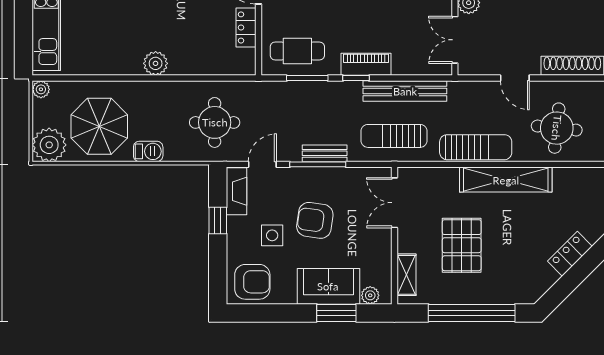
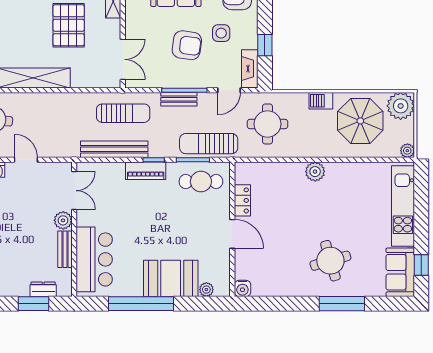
sun lounger: (476, 147) -> (209, 144), moved

